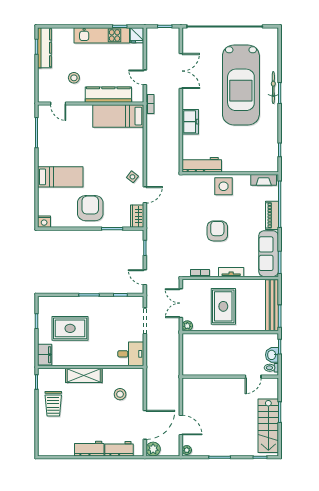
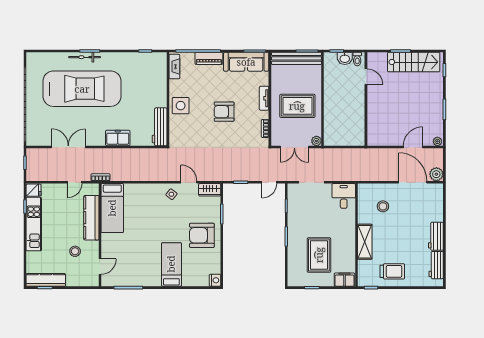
workbench: (119, 449) -> (436, 265), moved

